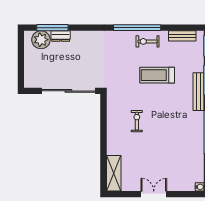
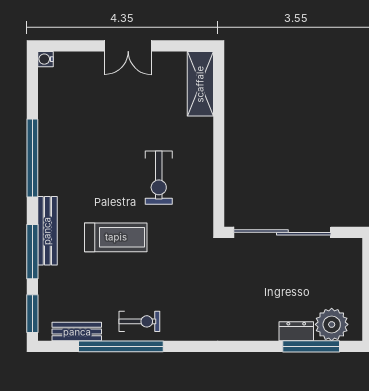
window: (137, 28) -> (121, 346), moved
treadmill: (157, 75) -> (116, 237), moved
exercise bike: (137, 121) -> (159, 178), width x1.38, depth x1.39

